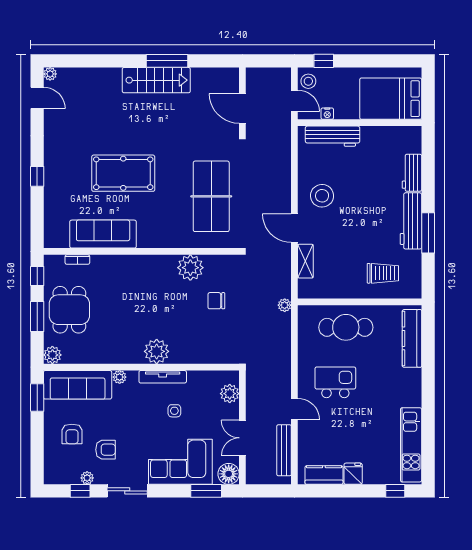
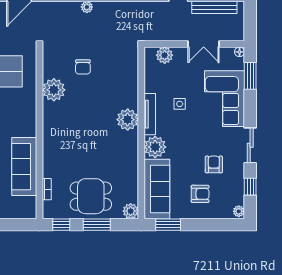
plant: (120, 377) -> (155, 147), width x1.88, depth x1.88
floor lamp: (229, 474) -> (240, 52), width x0.53, depth x0.53
plant: (87, 478) -> (239, 211), moved

